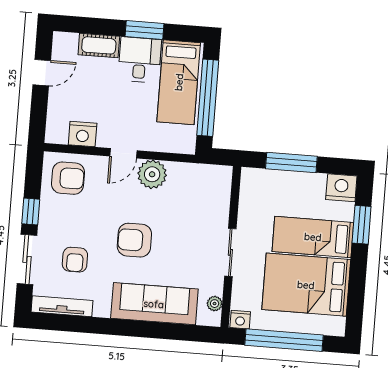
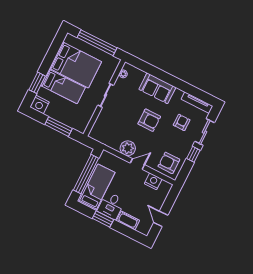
door: (42, 73) -> (161, 219), hinge flipped
sofa: (154, 304) -> (157, 88), width x0.73
nightstand: (240, 320) -> (114, 61), removed

